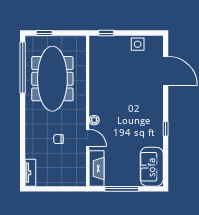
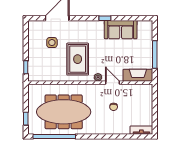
side table: (138, 44) -> (52, 43), moved
rug: (116, 96) -> (78, 59), added
door: (88, 138) -> (113, 83), hinge flipped
sofa: (152, 167) -> (121, 30), moved

